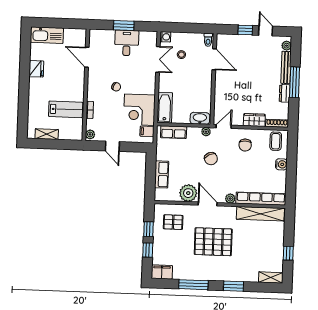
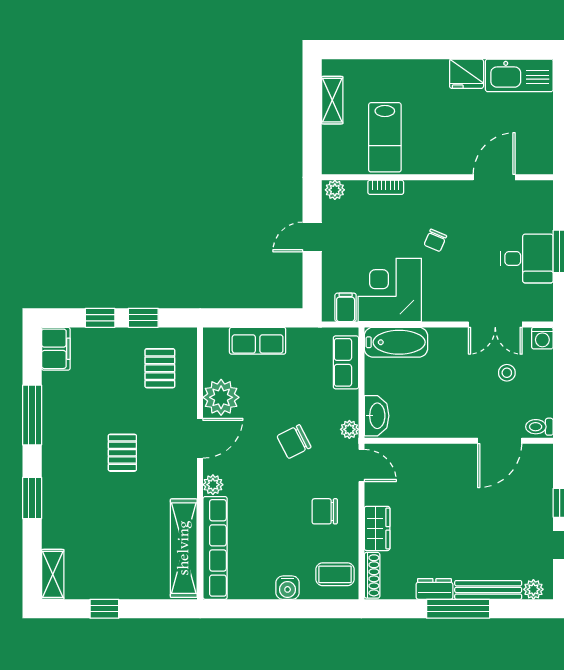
kitchen sink: (47, 35) -> (519, 75), moved, turned -90
pallet: (213, 242) -> (122, 453), width x0.49, depth x0.50

